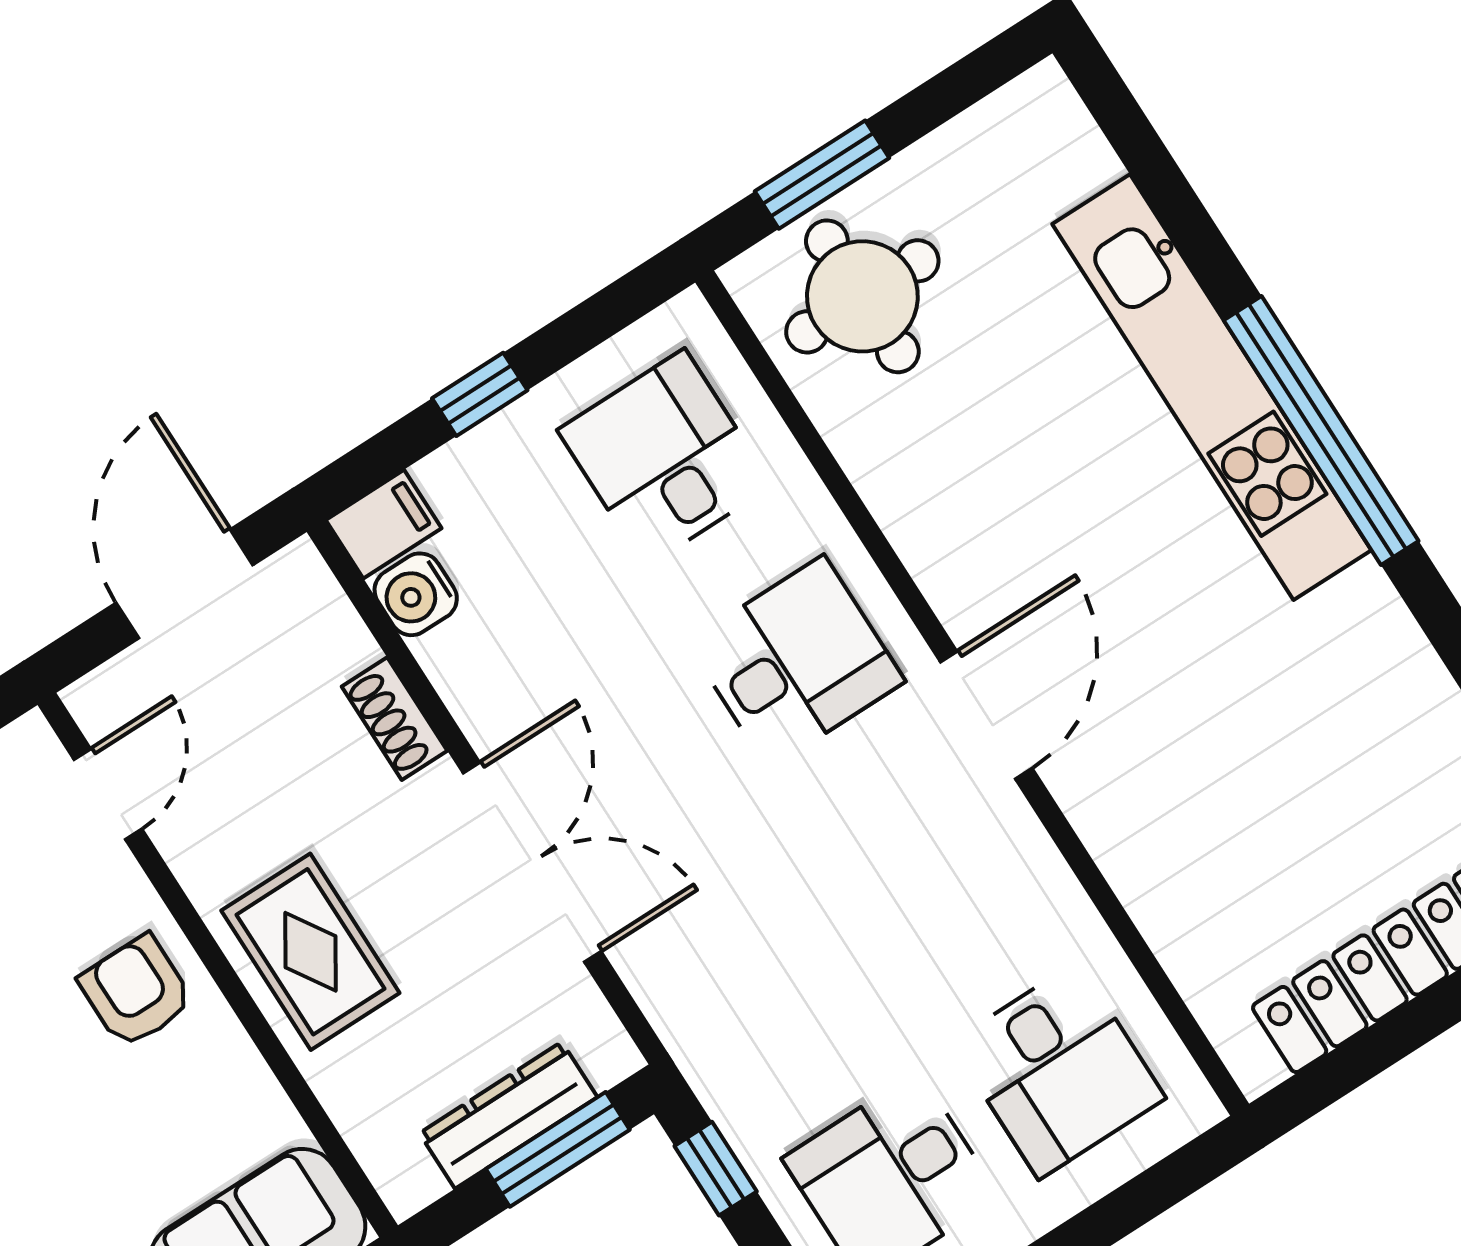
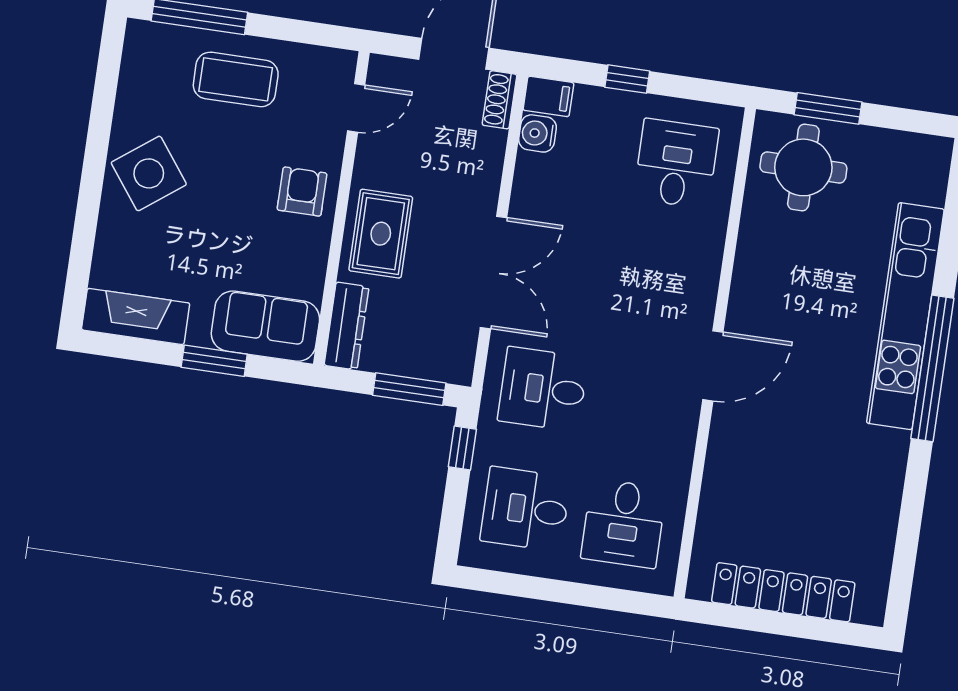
desk: (796, 662) -> (543, 389), moved, turned 180
shoe rack: (395, 719) -> (500, 100), moved
dresser: (508, 1115) -> (347, 326), moved, turned 90

